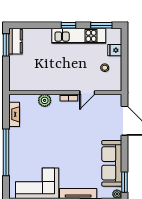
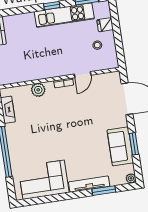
sofa: (112, 163) -> (120, 146), width x0.73
window: (124, 182) -> (134, 144), moved

